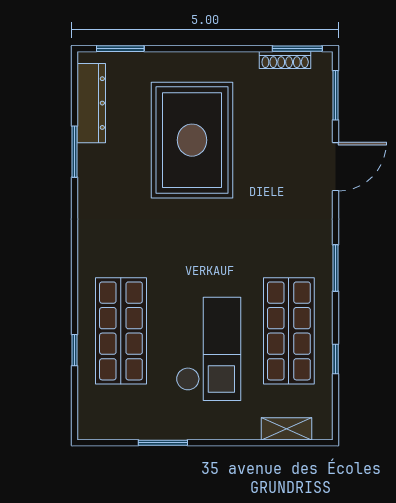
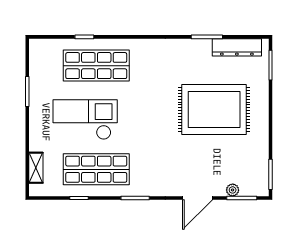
shoe rack: (285, 60) -> (263, 167), removed
plant: (322, 110) -> (233, 190), added
door: (335, 167) -> (198, 198), hinge flipped
checkout: (208, 349) -> (85, 120), turned 180

